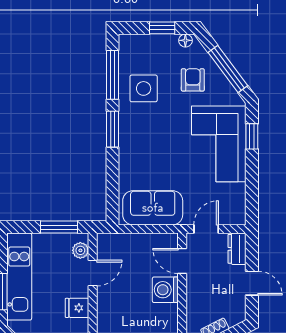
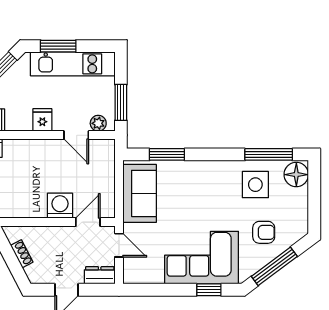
window: (162, 28) -> (314, 203), removed
floor lamp: (185, 40) -> (296, 175), moved, width x1.89, depth x1.89
window: (113, 129) -> (167, 154), moved

